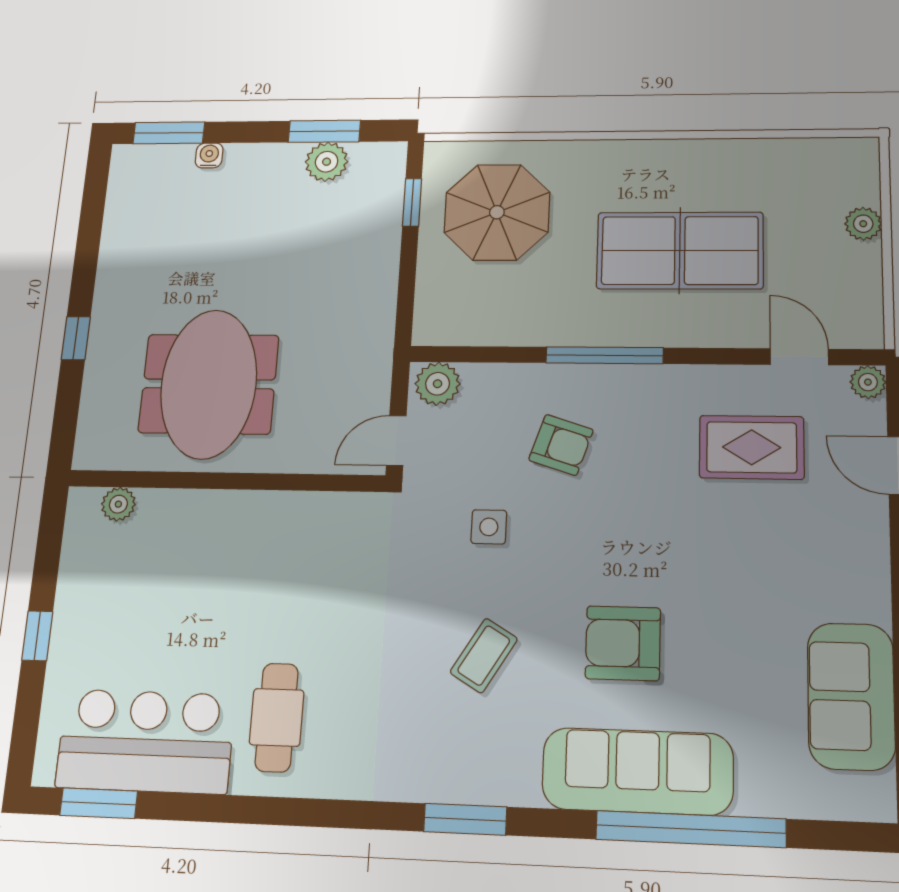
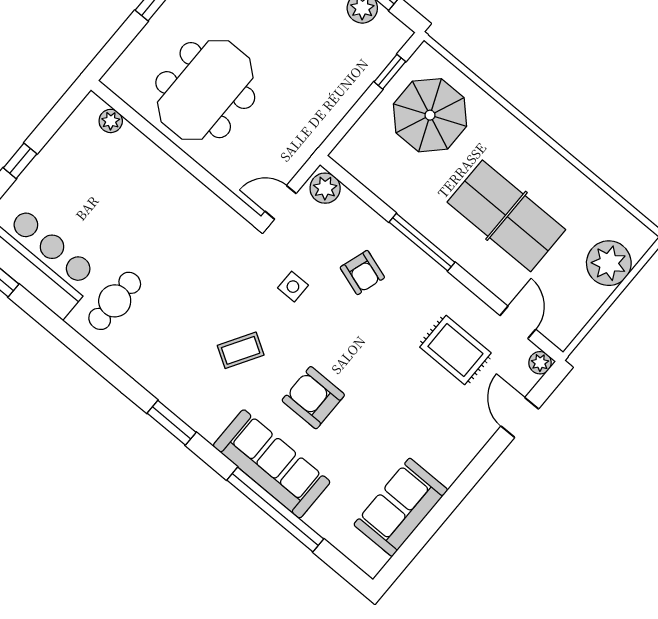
plant: (863, 224) -> (609, 263), width x1.88, depth x1.88

